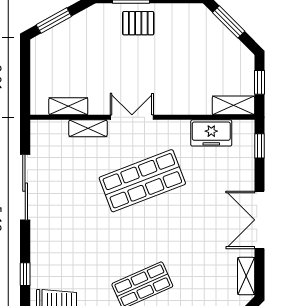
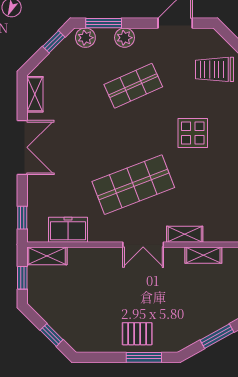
window: (229, 22) -> (52, 335), width x0.67
display table: (79, 235) -> (193, 133), added

